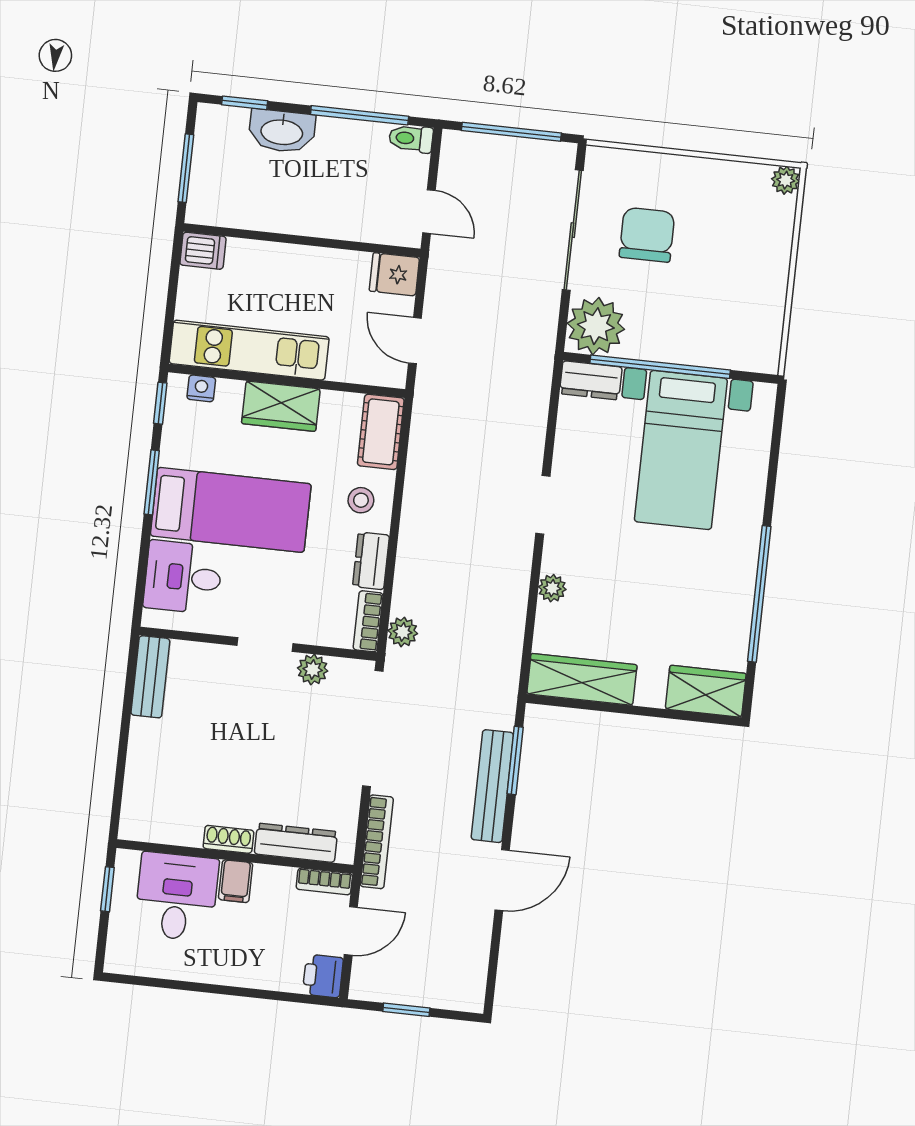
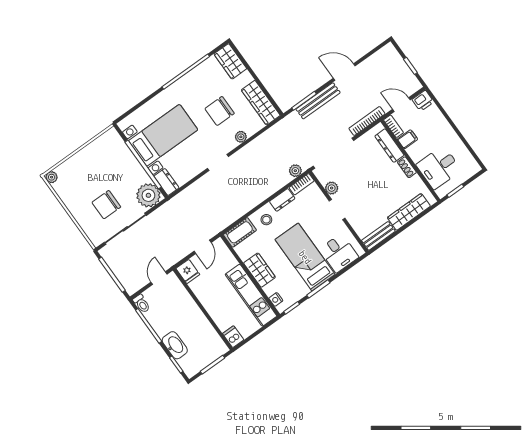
chair: (633, 591) -> (220, 111), added
wardrobe: (145, 771) -> (409, 212), added
filing cabinet: (236, 881) -> (407, 139), moved

